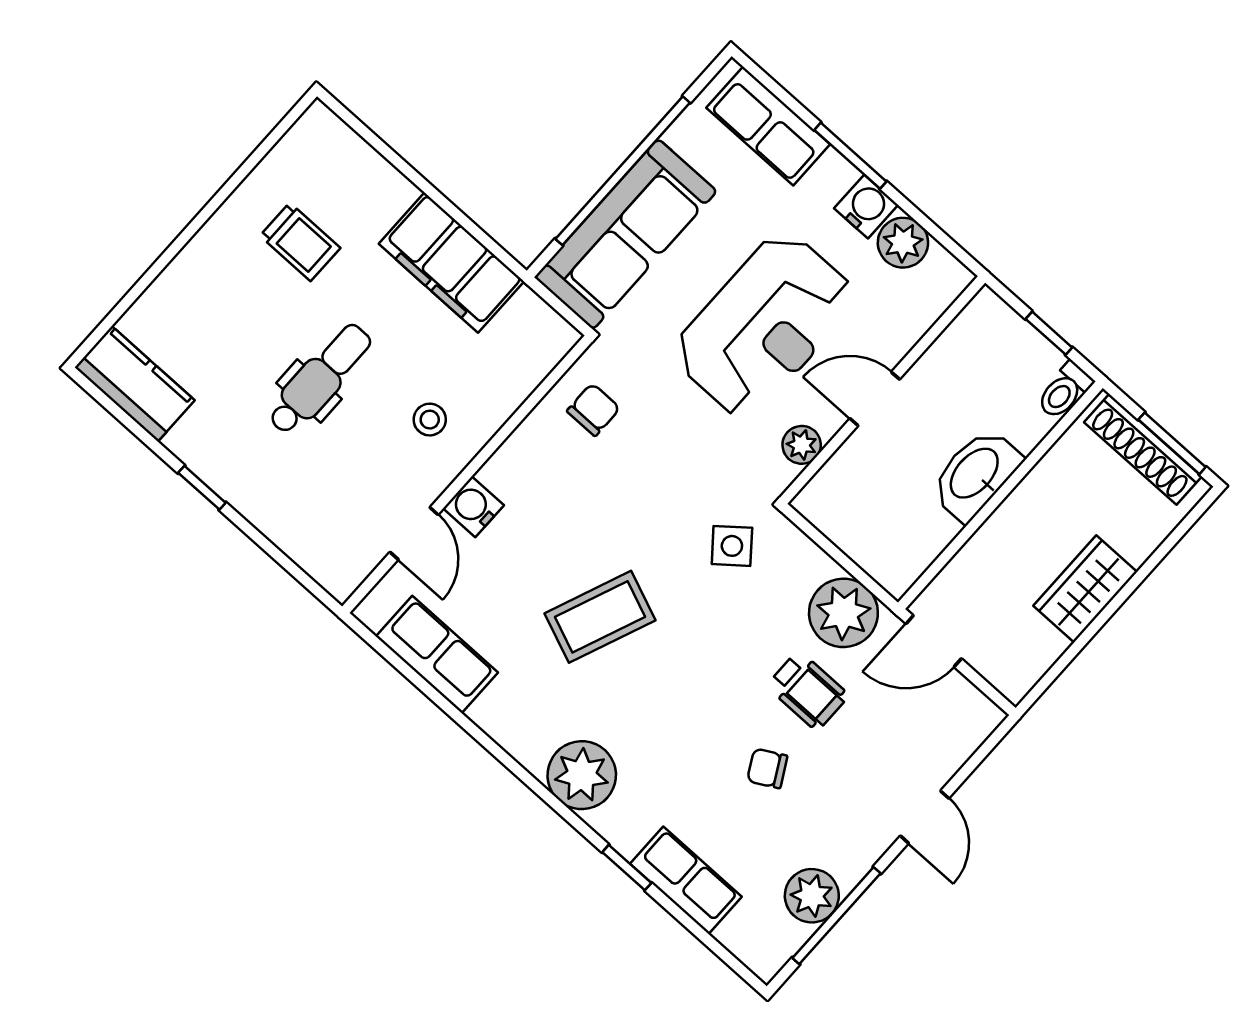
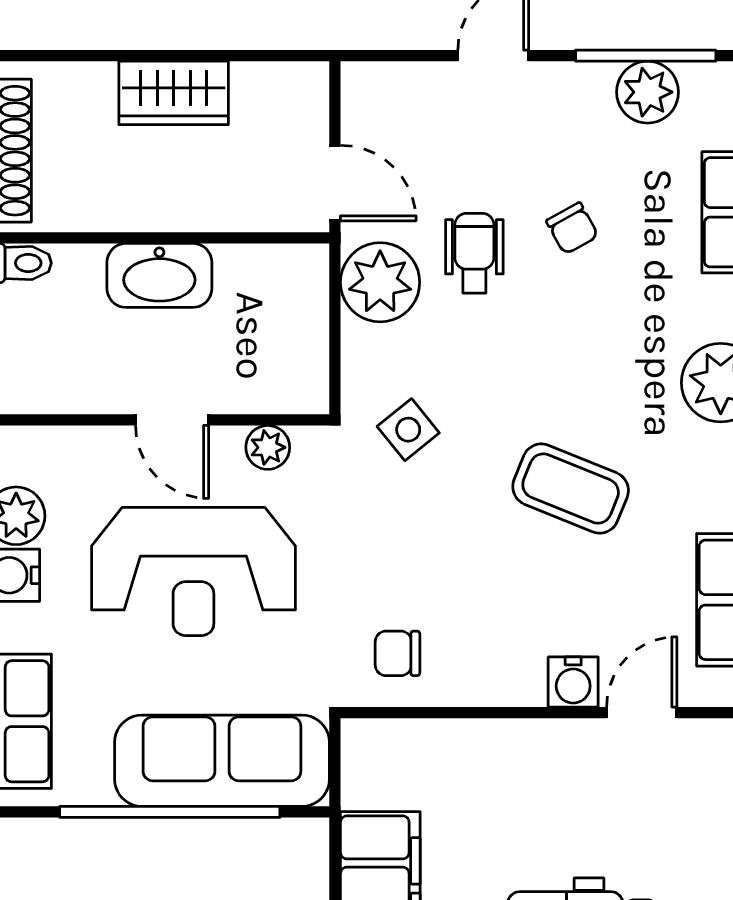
reception desk: (764, 325) -> (193, 571), turned 180
stool: (430, 420) -> (532, 787), removed

